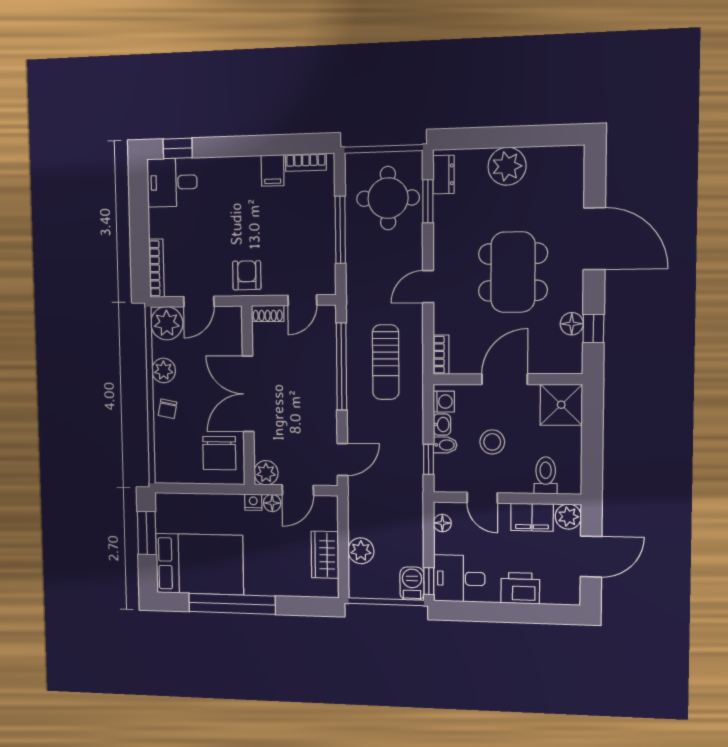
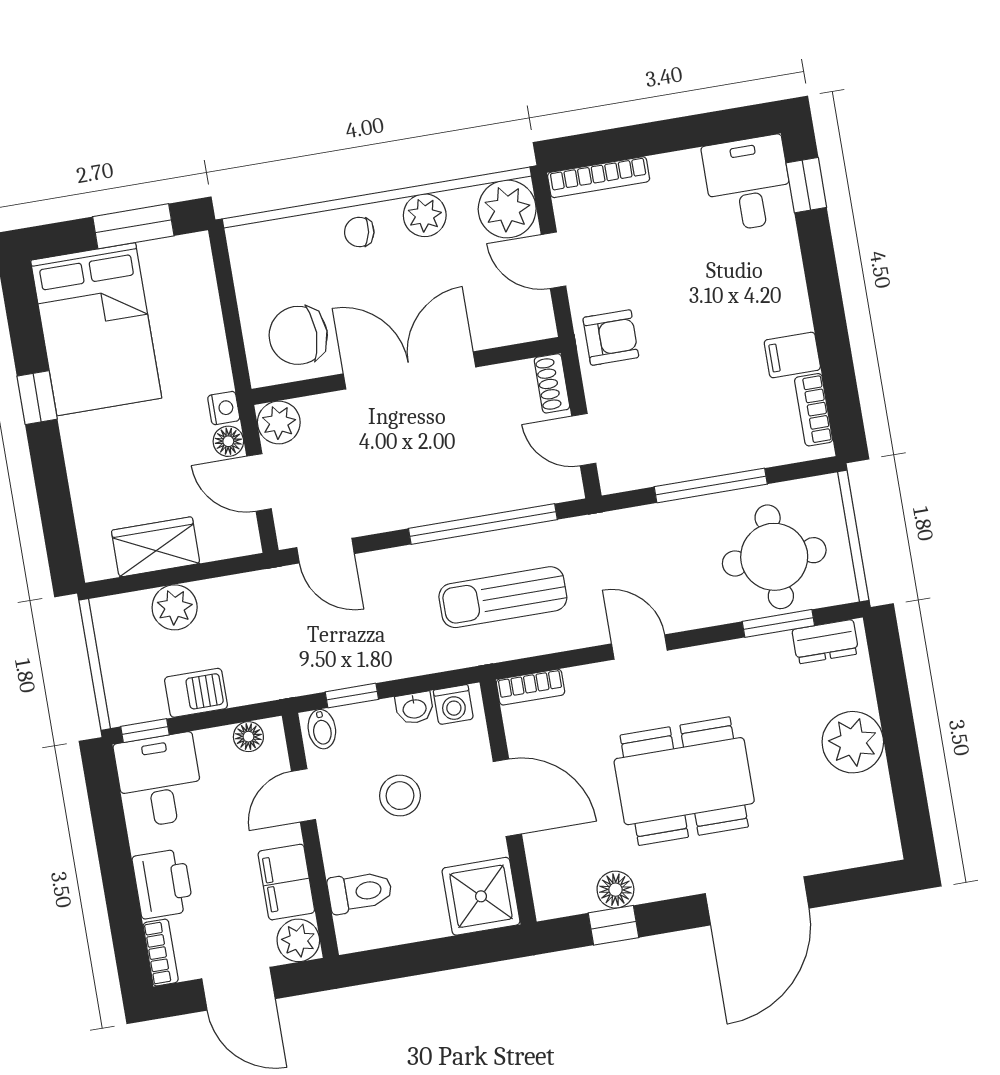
bidet: (445, 445) -> (322, 729), moved
barbecue: (412, 584) -> (196, 693), moved
bookcase: (561, 597) -> (161, 953), added
window: (232, 604) -> (37, 398), width x0.32

